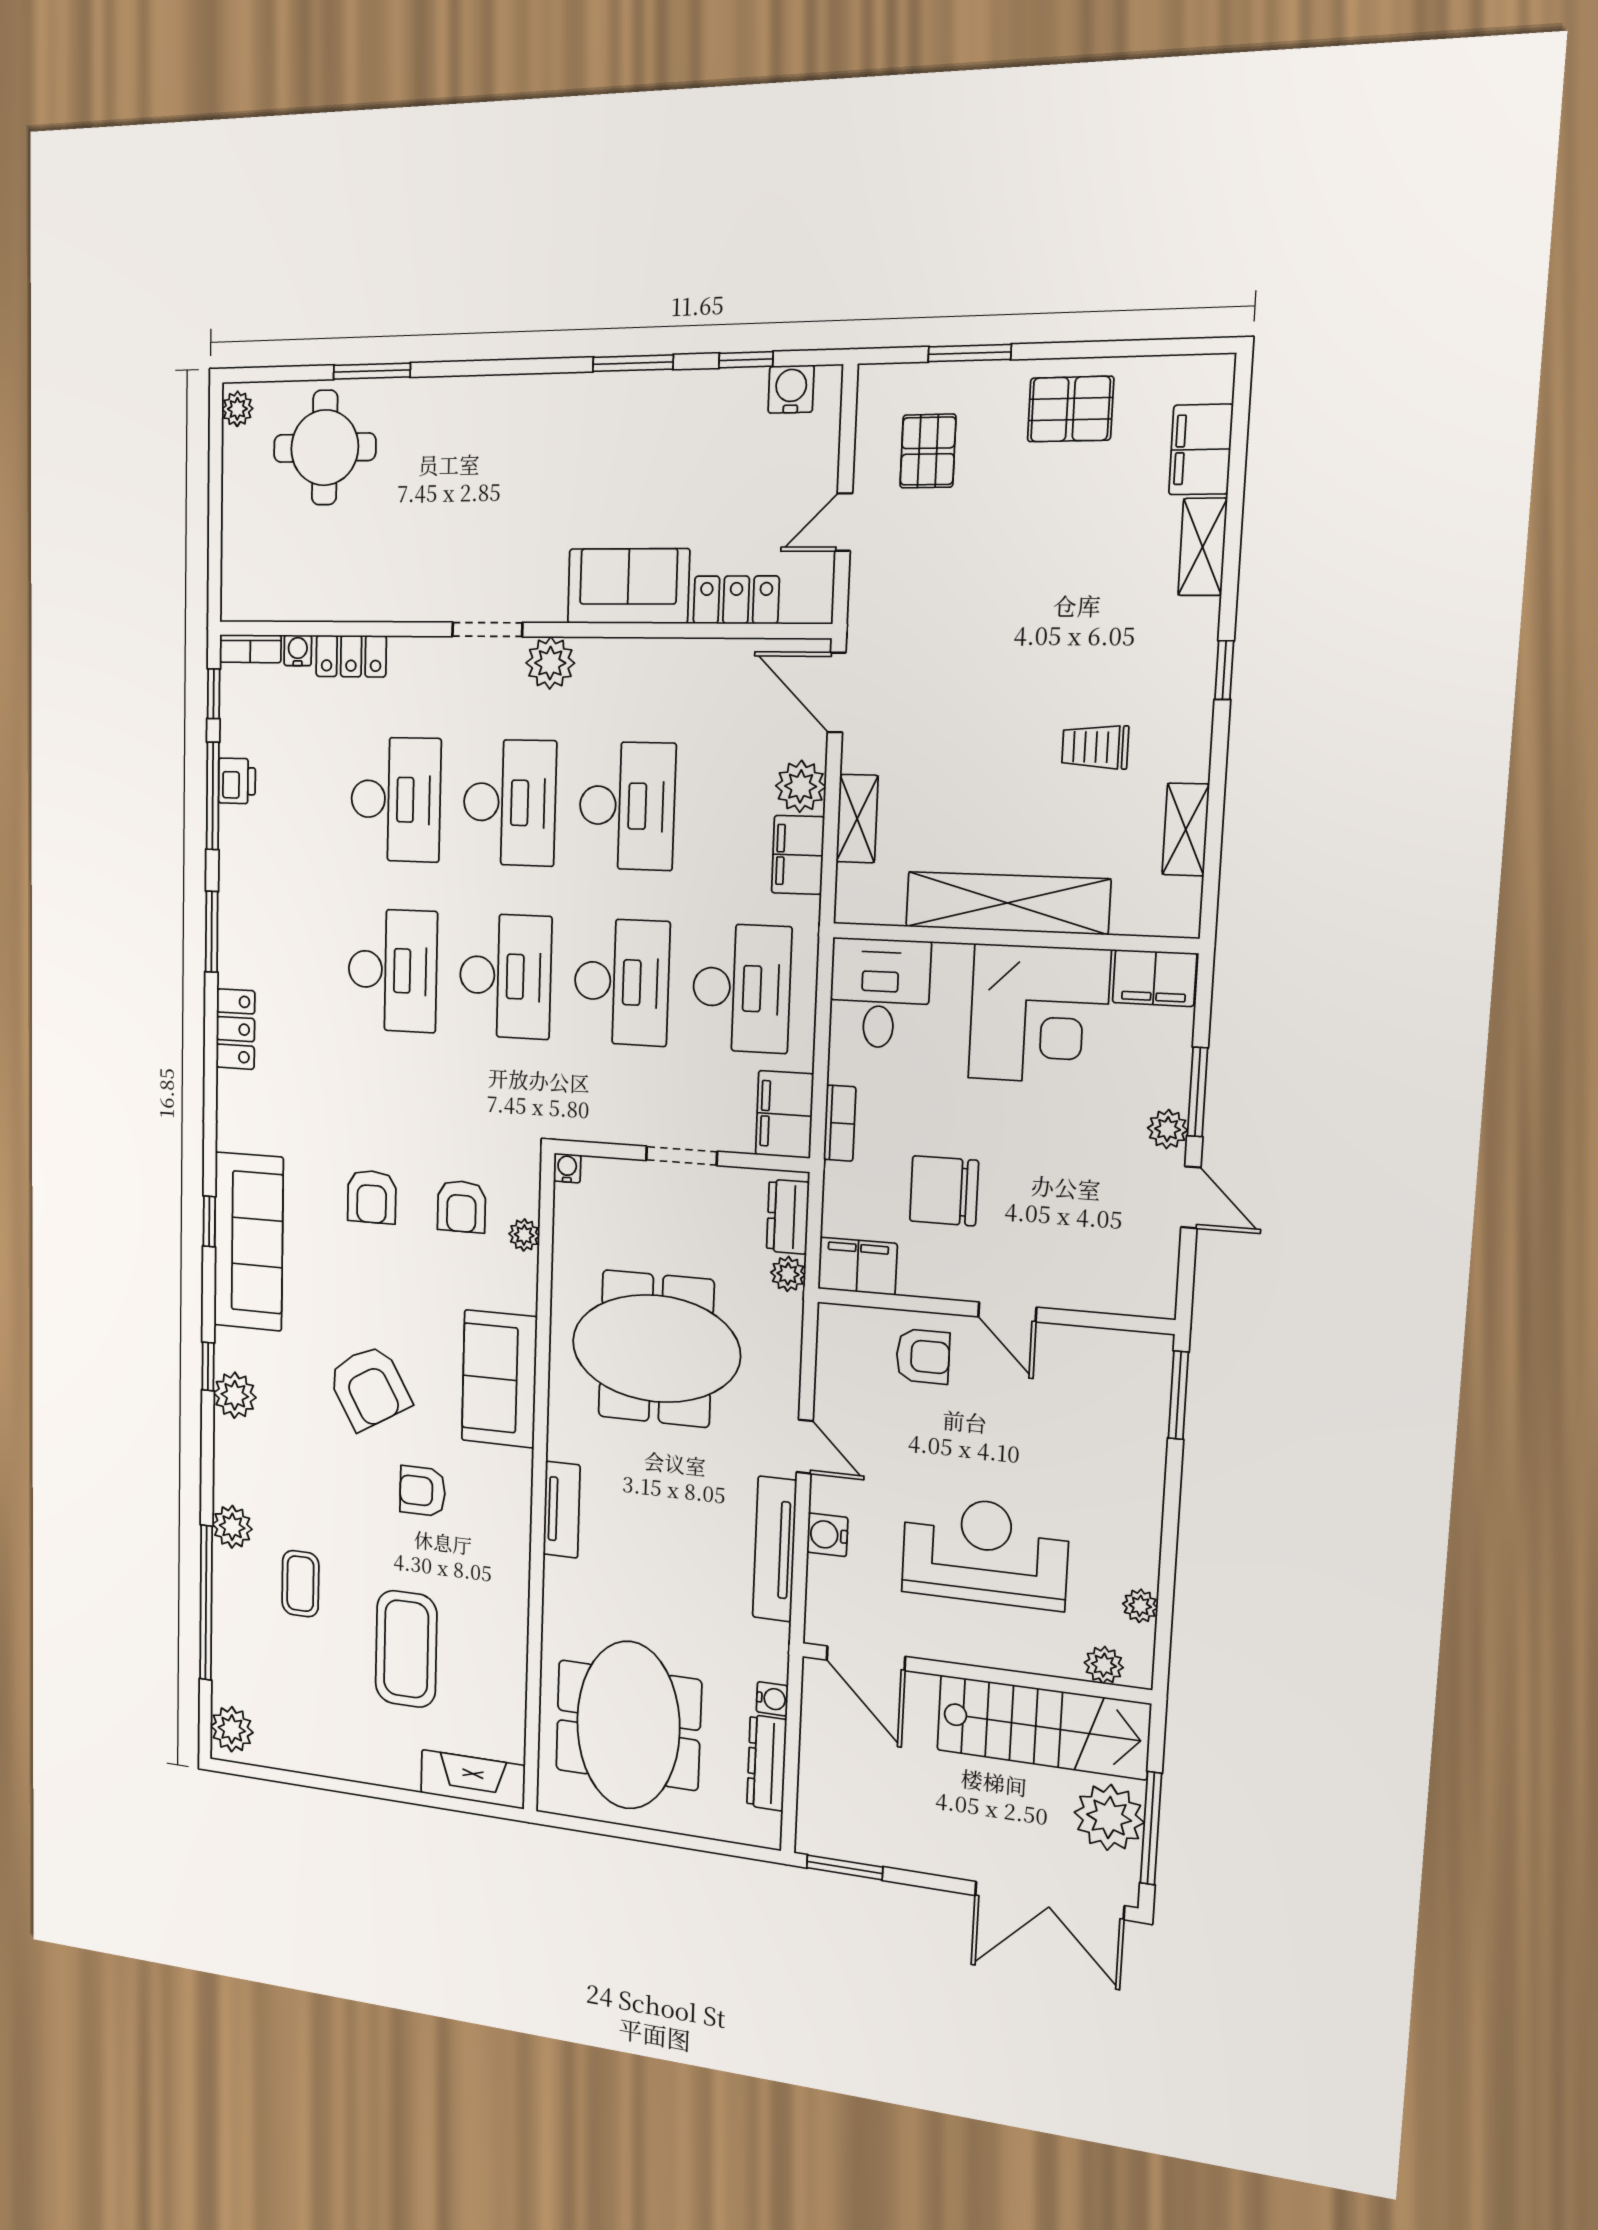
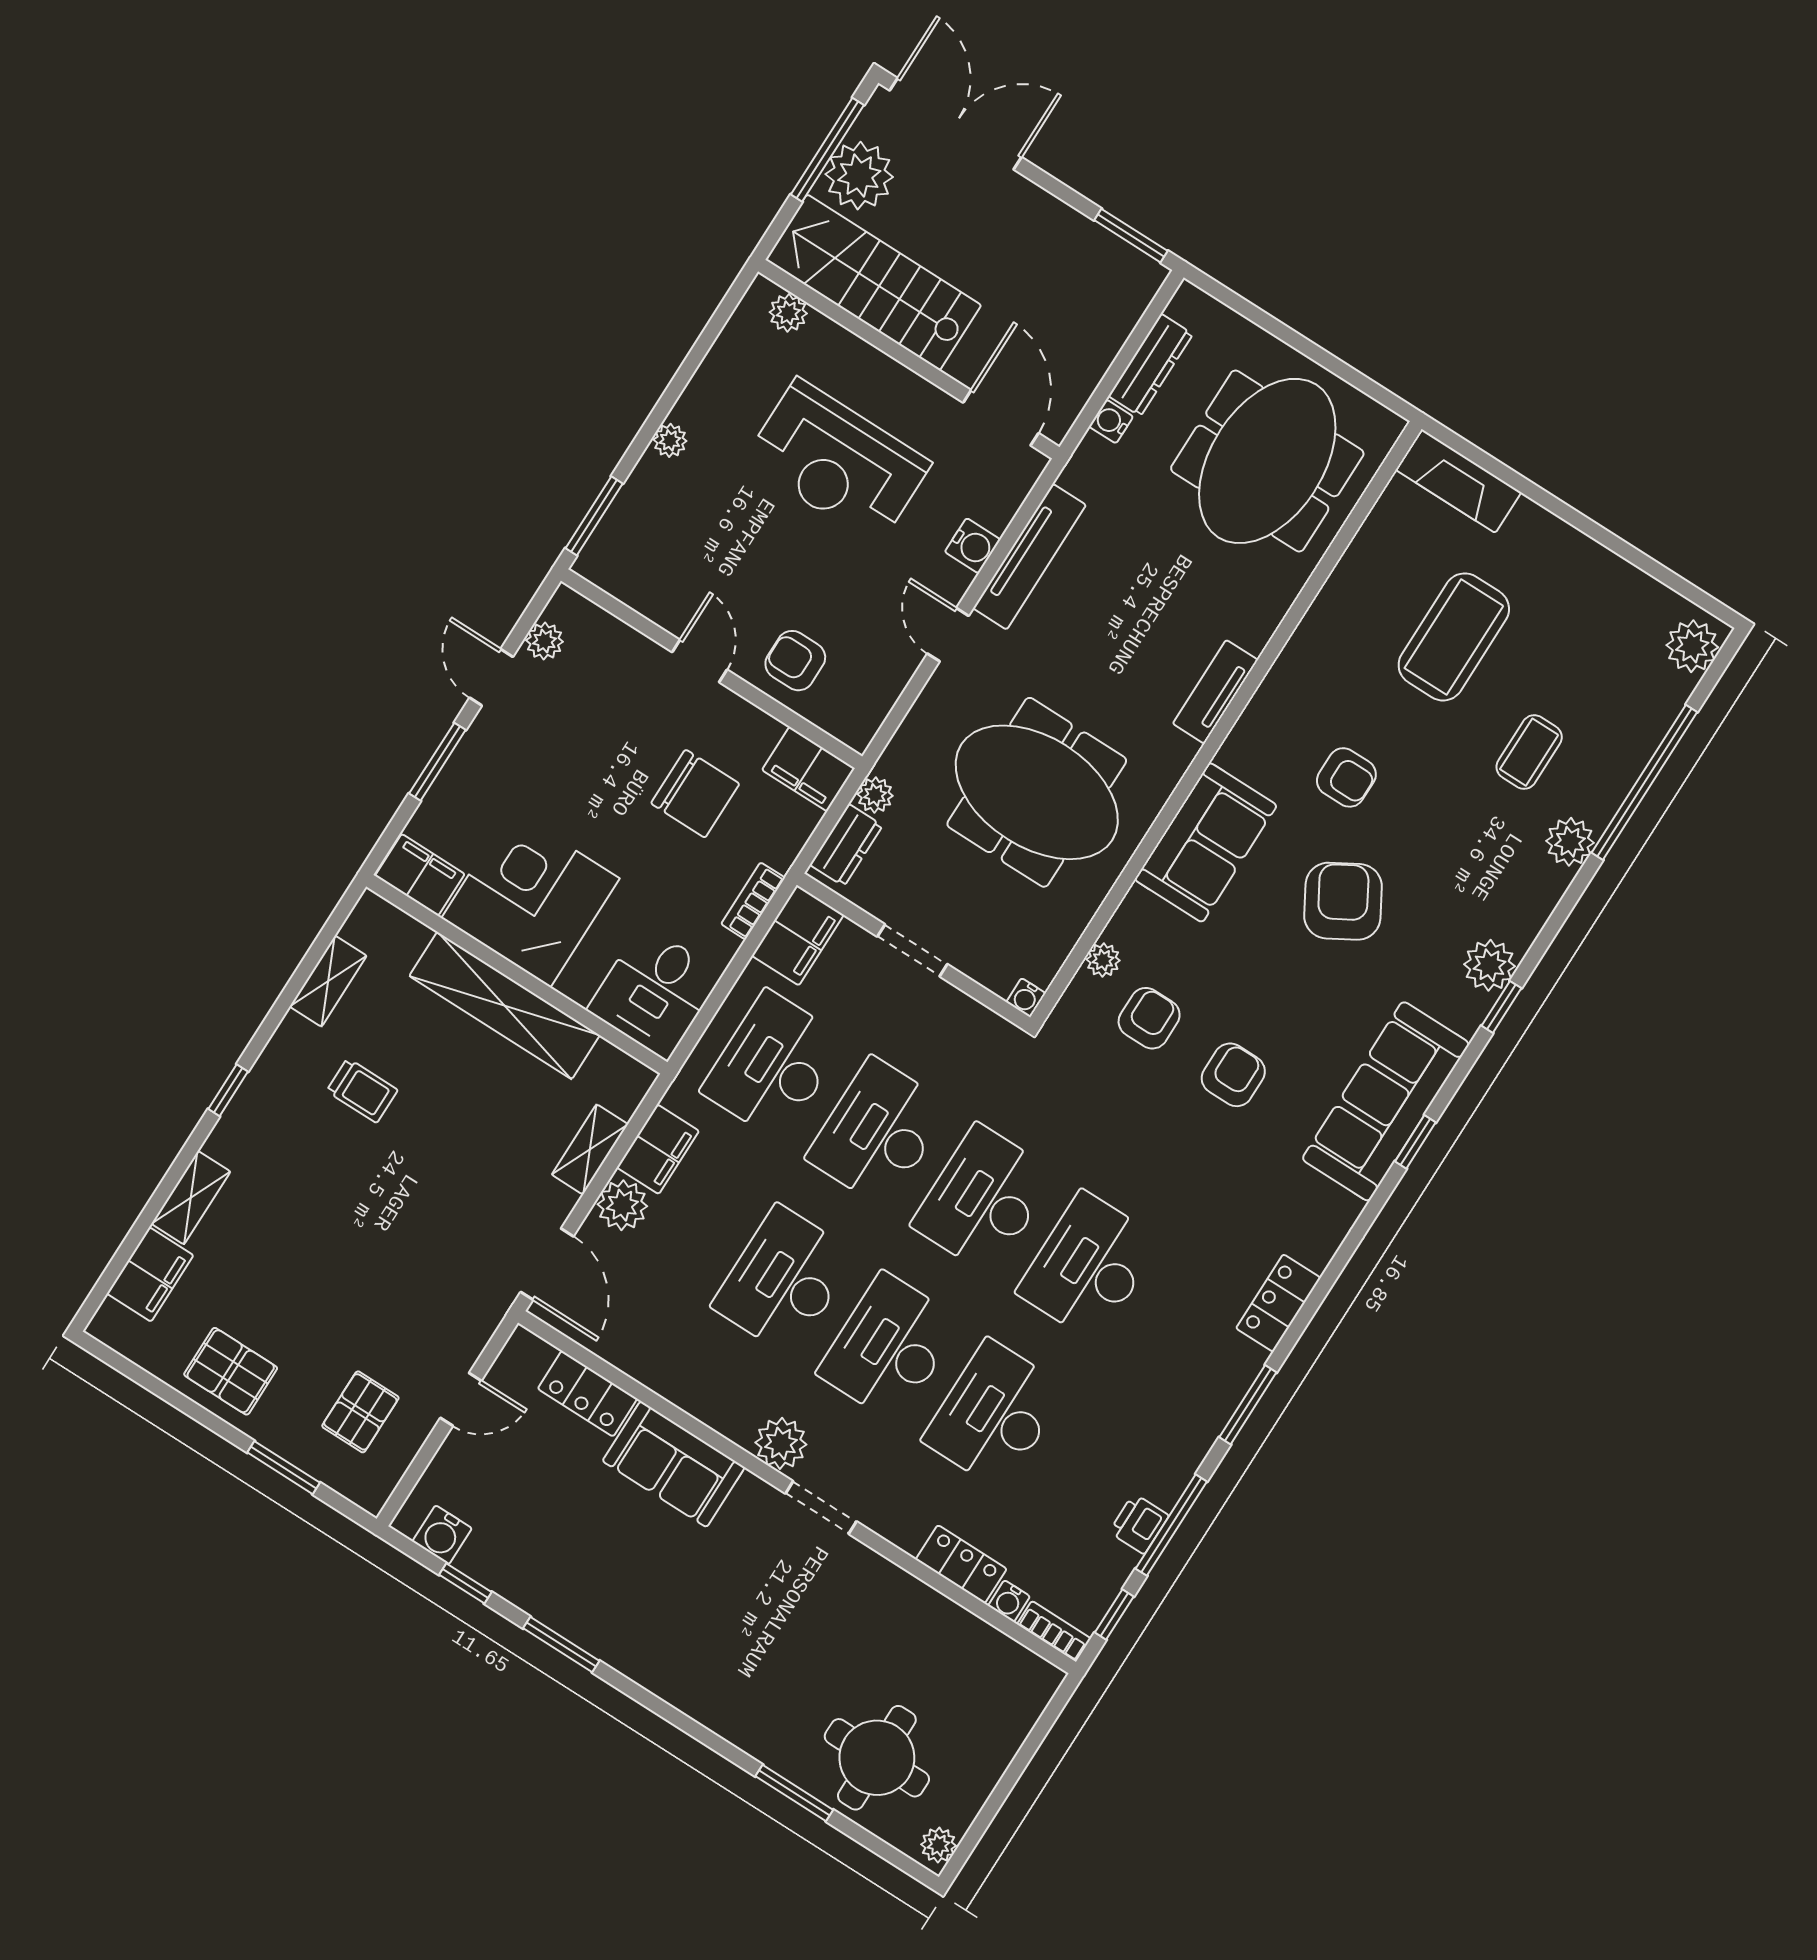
plant: (1168, 1129) -> (544, 641), moved
plant: (1140, 1606) -> (670, 440), moved

